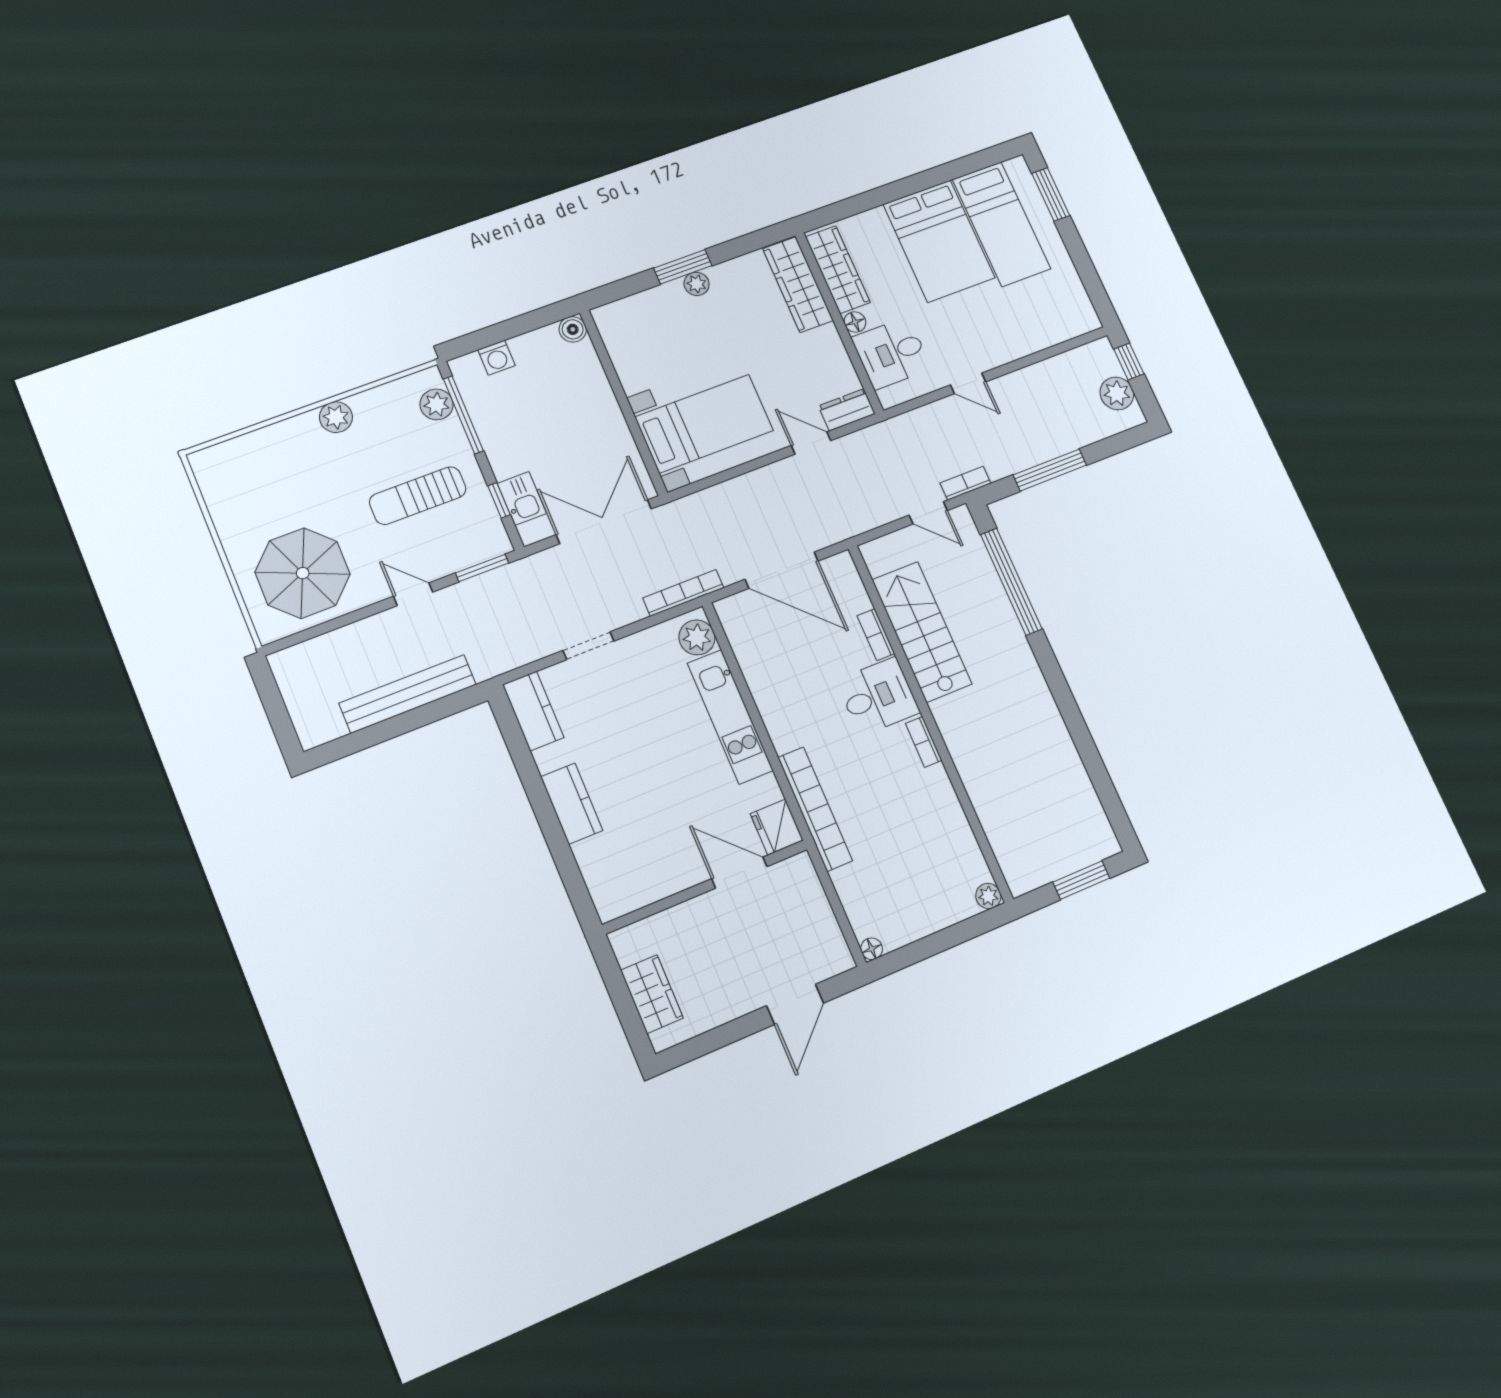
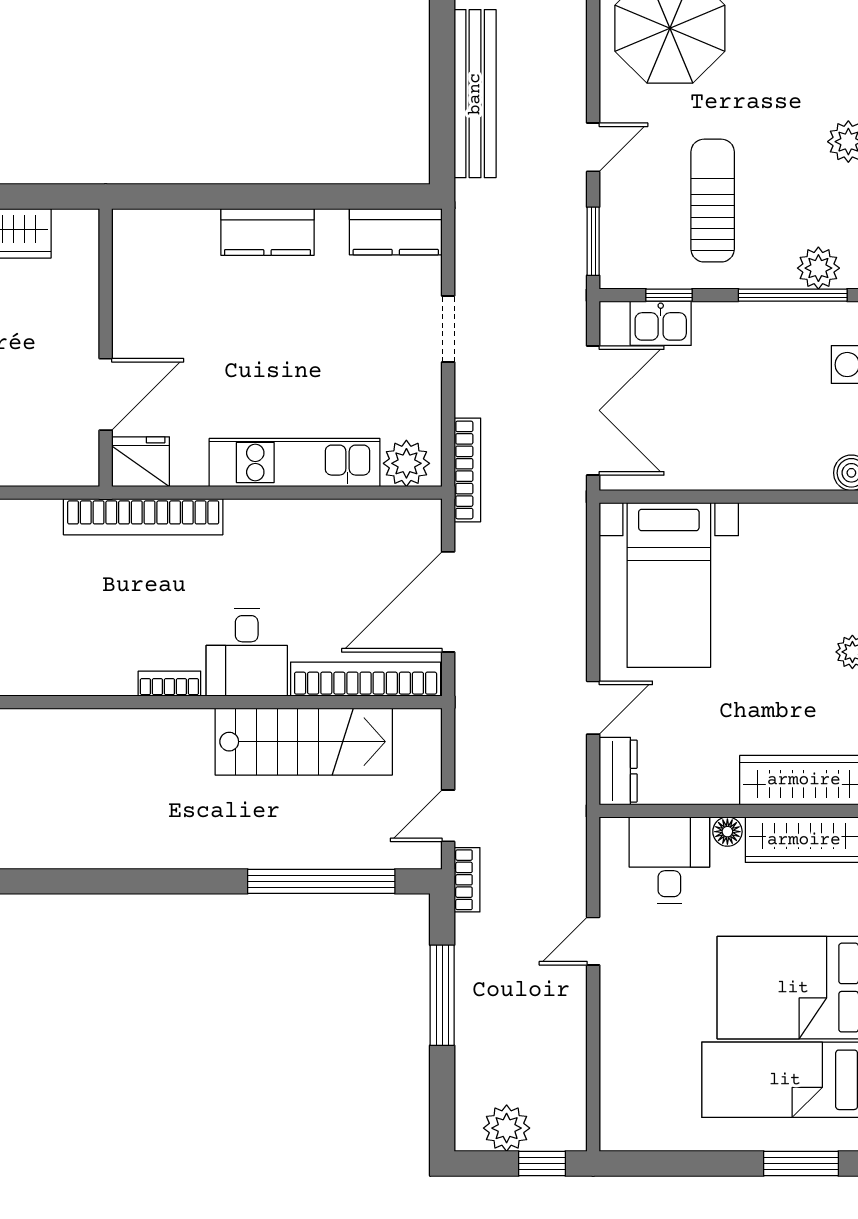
bookcase: (876, 635) -> (366, 679), width x2.31, depth x1.31

